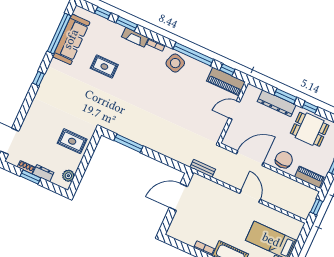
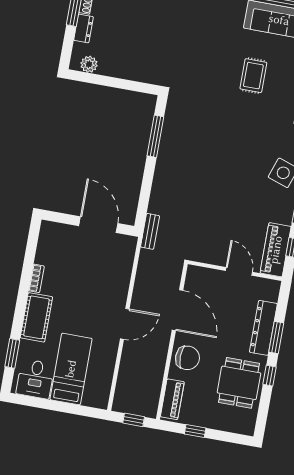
rug: (72, 141) -> (138, 57), removed
bench: (203, 168) -> (150, 231), moved

